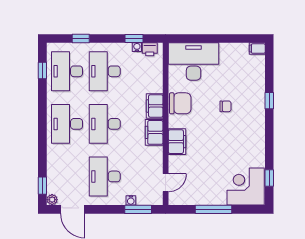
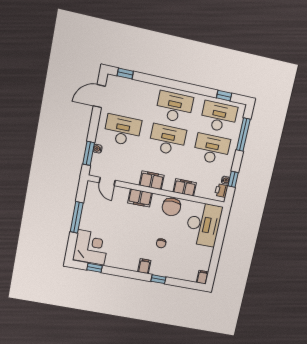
window: (81, 38) -> (243, 135), width x2.17
filing cabinet: (155, 106) -> (185, 187), moved
filing cabinet: (257, 120) -> (144, 266), added
plant: (52, 200) -> (111, 79), removed

